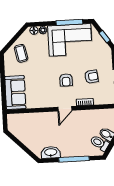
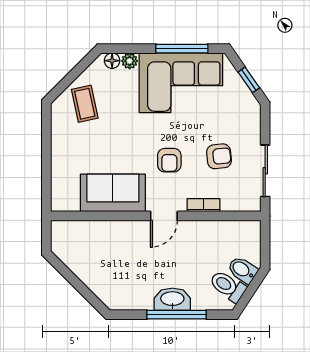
sofa: (15, 93) -> (113, 193), moved, turned -90
washbasin: (51, 152) -> (172, 299), moved

